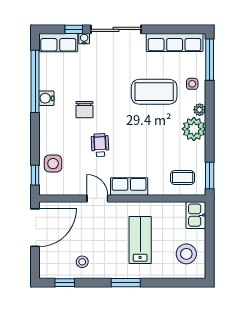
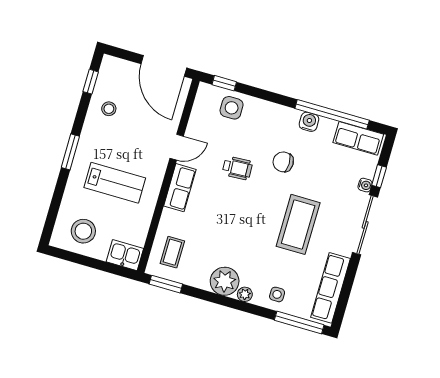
row of seats: (58, 43) -> (358, 138), moved, turned -90
coffee table: (154, 92) -> (298, 224), moved

